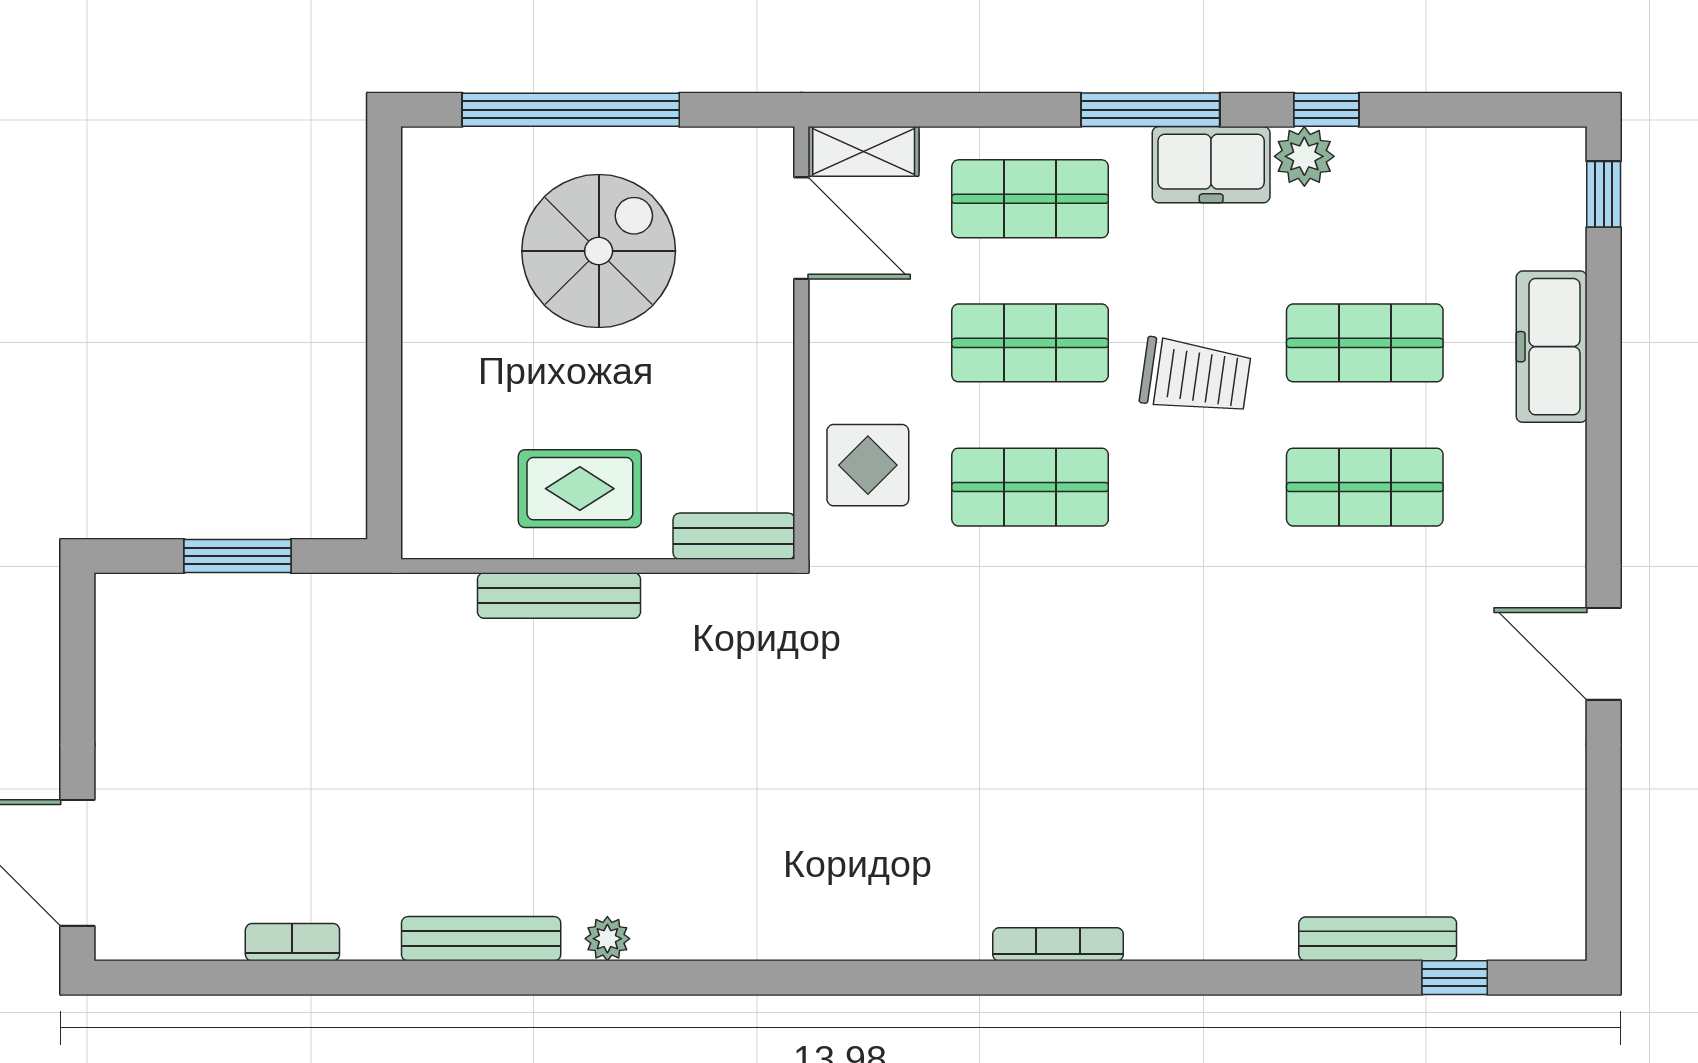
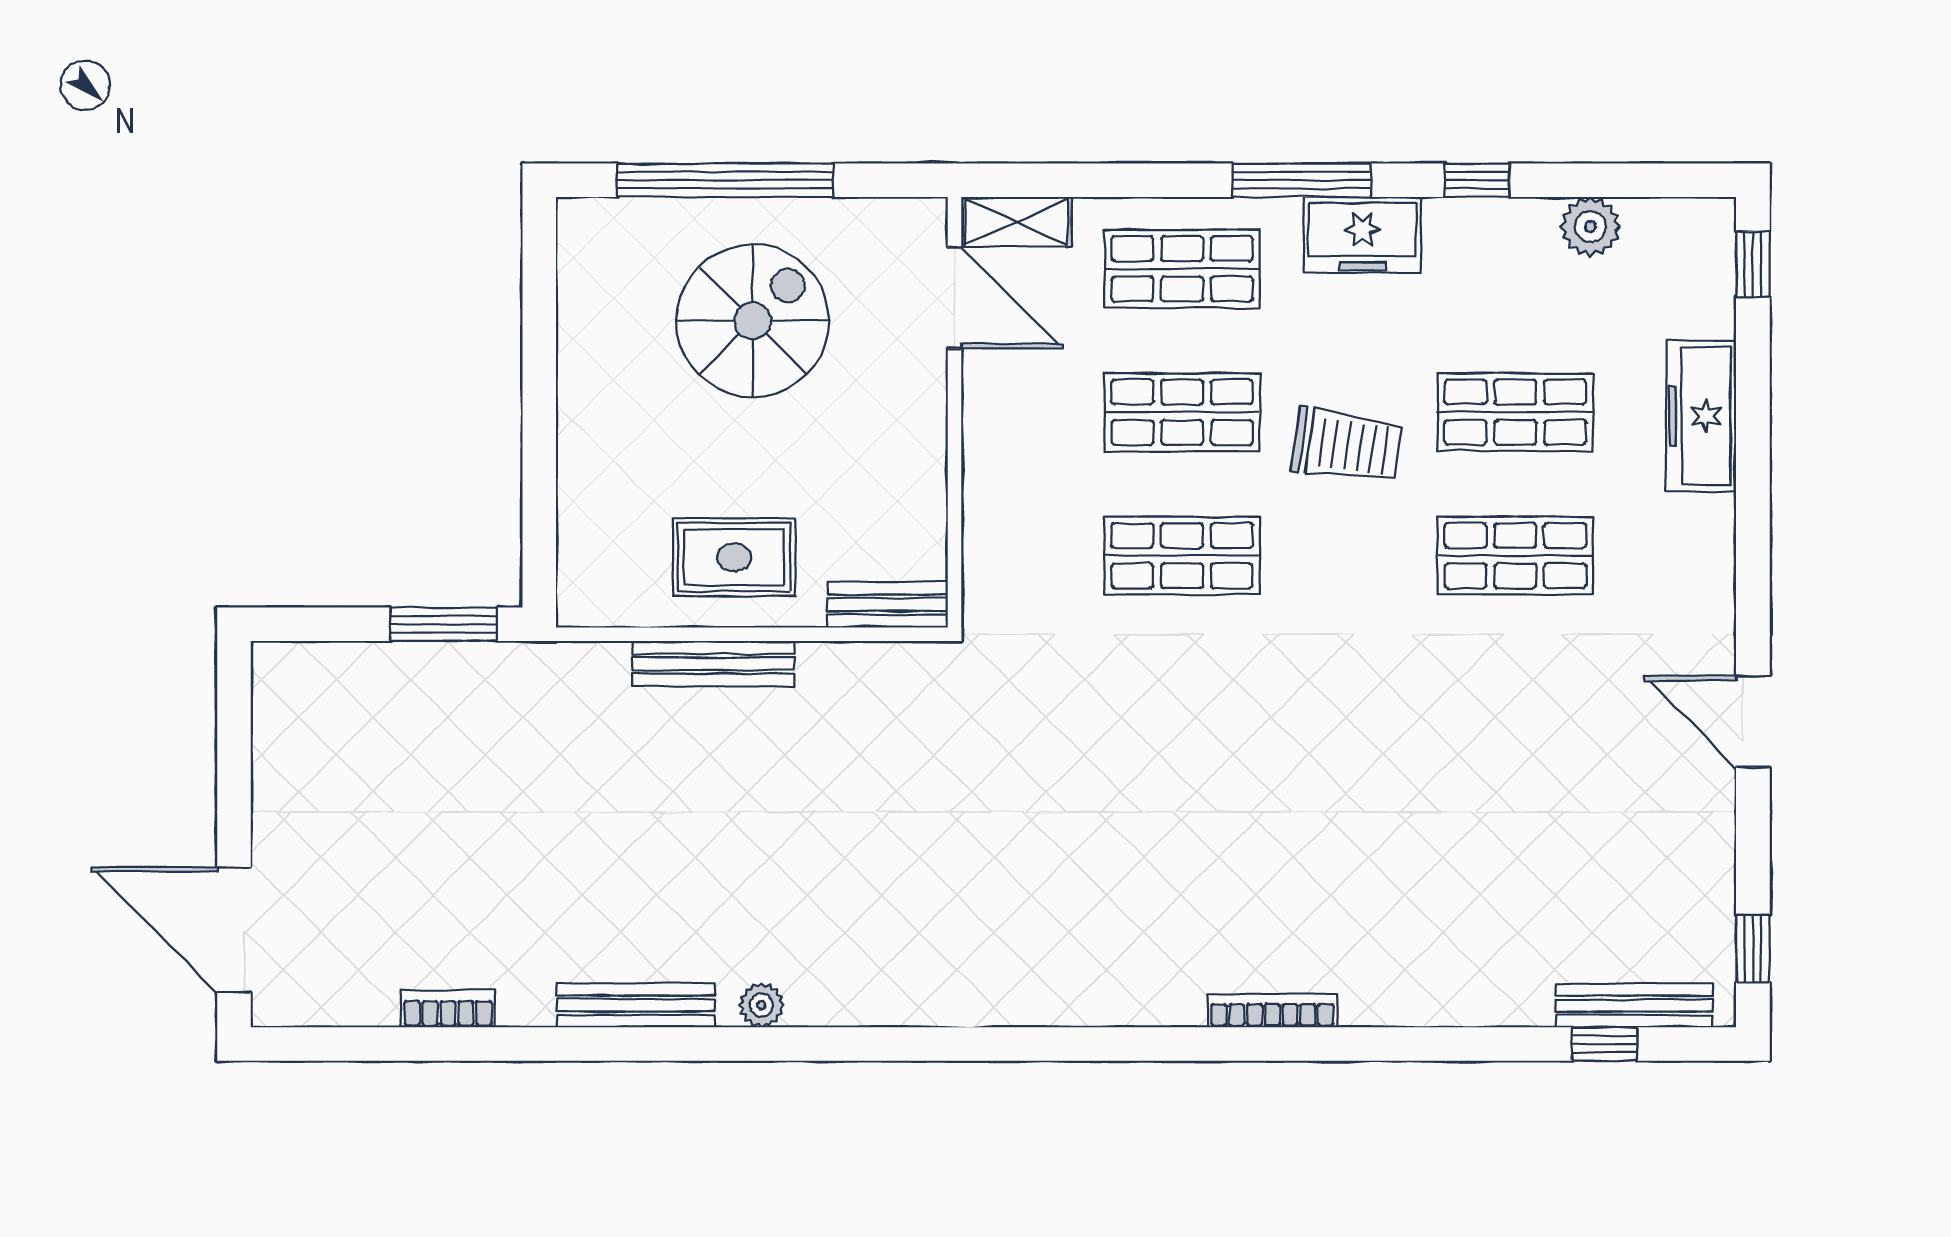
plant: (1304, 156) -> (1590, 227), moved
display table: (868, 465) -> (1021, 534), removed
window: (238, 556) -> (443, 624), moved
window: (1604, 882) -> (1753, 949), added
bench: (1378, 939) -> (1634, 1005), moved
bookcase: (1058, 944) -> (1272, 1011), moved

